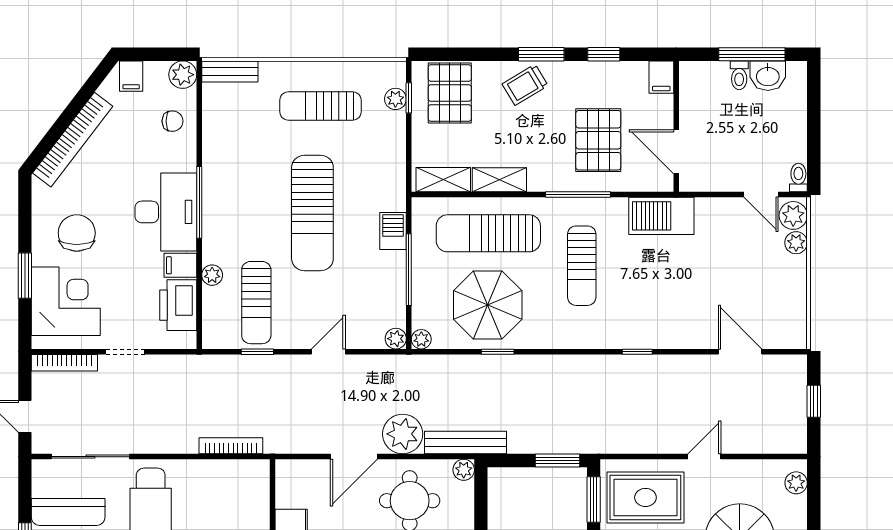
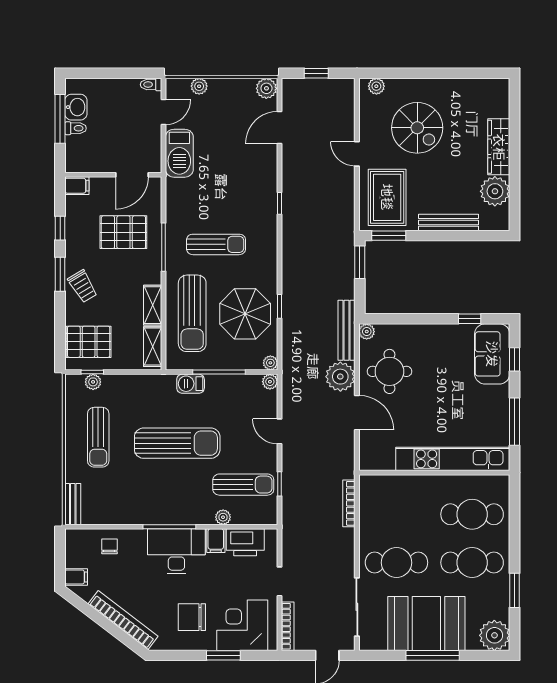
plant: (183, 75) -> (75, 539), removed
plant: (793, 215) -> (266, 88), moved
barbecue: (661, 216) -> (179, 153), moved

